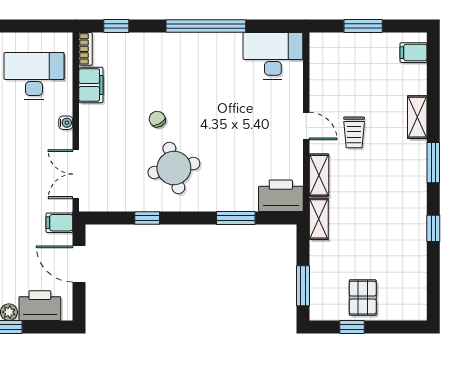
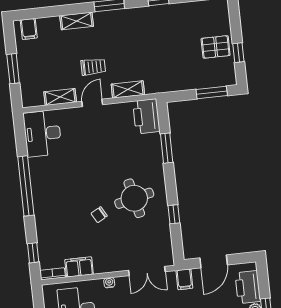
shelving: (319, 219) -> (60, 97), moved

